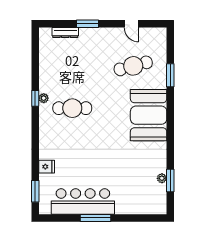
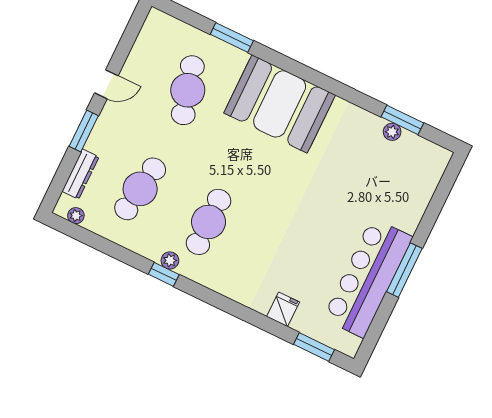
door: (131, 24) -> (106, 84), moved
plant: (43, 40) -> (76, 216), added
cafe table: (72, 66) -> (140, 189), added

